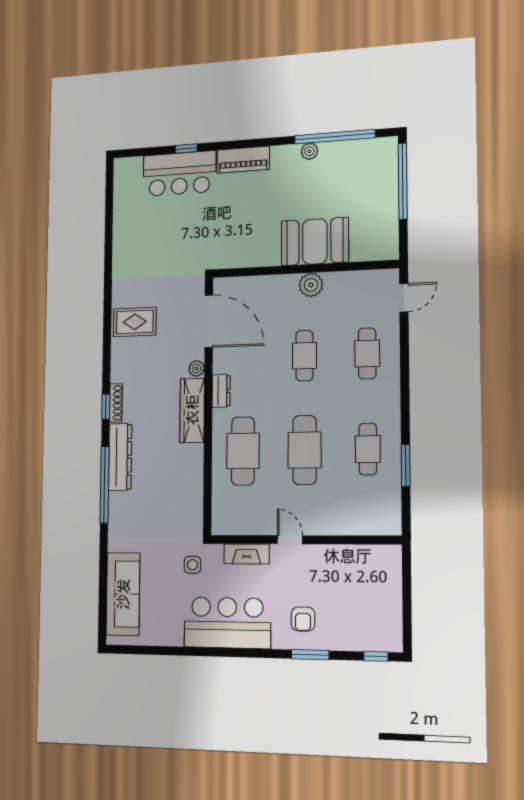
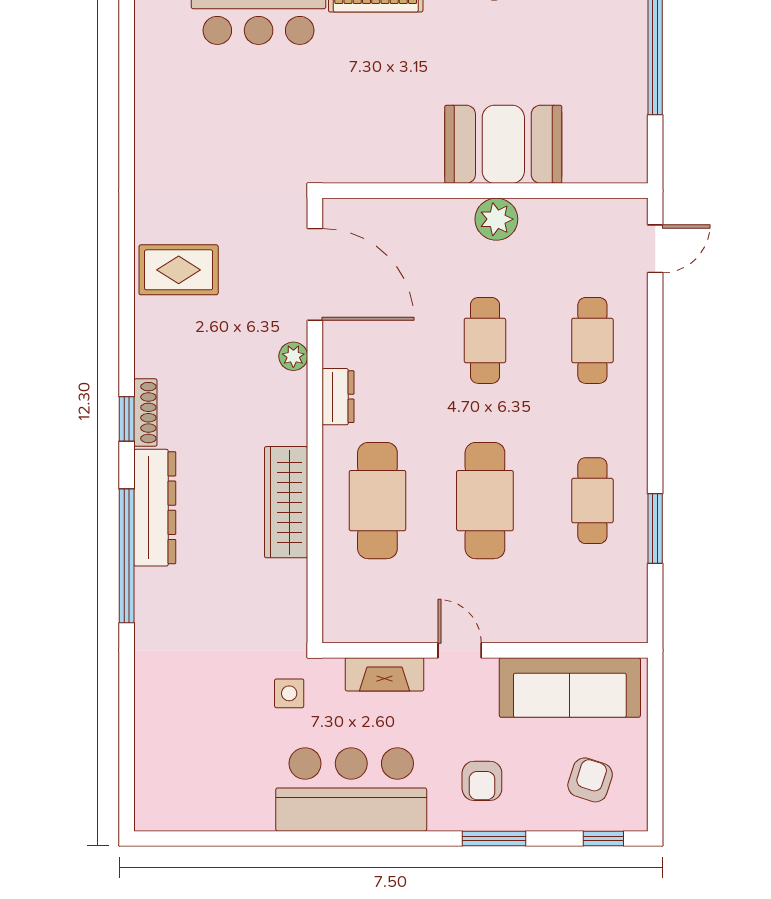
wardrobe: (192, 410) -> (286, 502), moved
sofa: (123, 594) -> (570, 687), moved, turned 90
armchair: (368, 620) -> (590, 780), added

